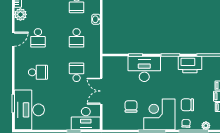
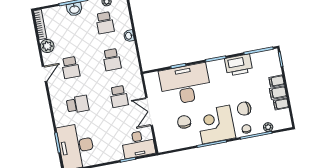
desk: (144, 69) -> (185, 84), width x1.36, depth x1.30
school desk: (77, 72) -> (119, 96), turned 180

